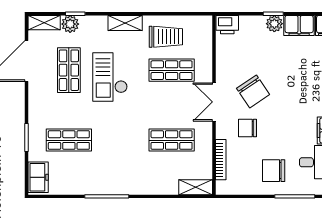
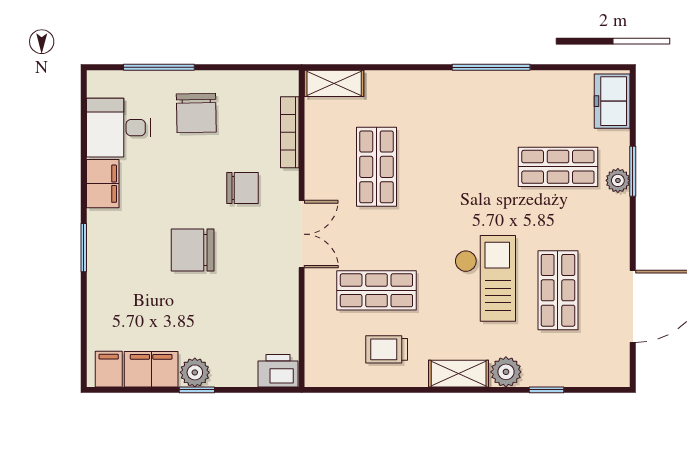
shelving: (44, 23) -> (602, 374), removed
plant: (70, 24) -> (506, 372), moved
trolley: (166, 37) -> (387, 349), width x0.73, depth x0.72
chair: (253, 91) -> (193, 250), moved, turned -56
plant: (35, 132) -> (618, 180), added
shop shelf: (172, 140) -> (376, 167), turned 90
chair: (274, 171) -> (196, 113), turned 89

